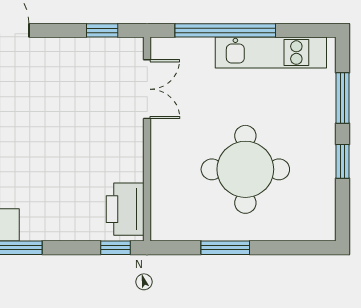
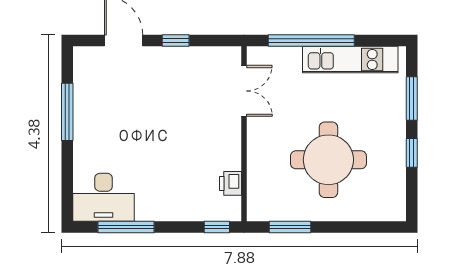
window: (102, 30) -> (176, 40), moved
printer: (125, 209) -> (230, 183), width x0.53, depth x0.68
window: (225, 248) -> (290, 227), moved

